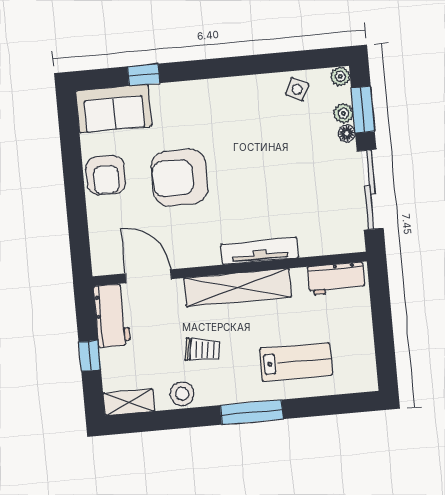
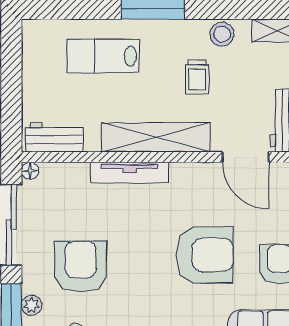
floor lamp: (347, 133) -> (30, 171), moved
armchair: (299, 155) -> (81, 266), added
trolley: (203, 350) -> (197, 77), turned -98

